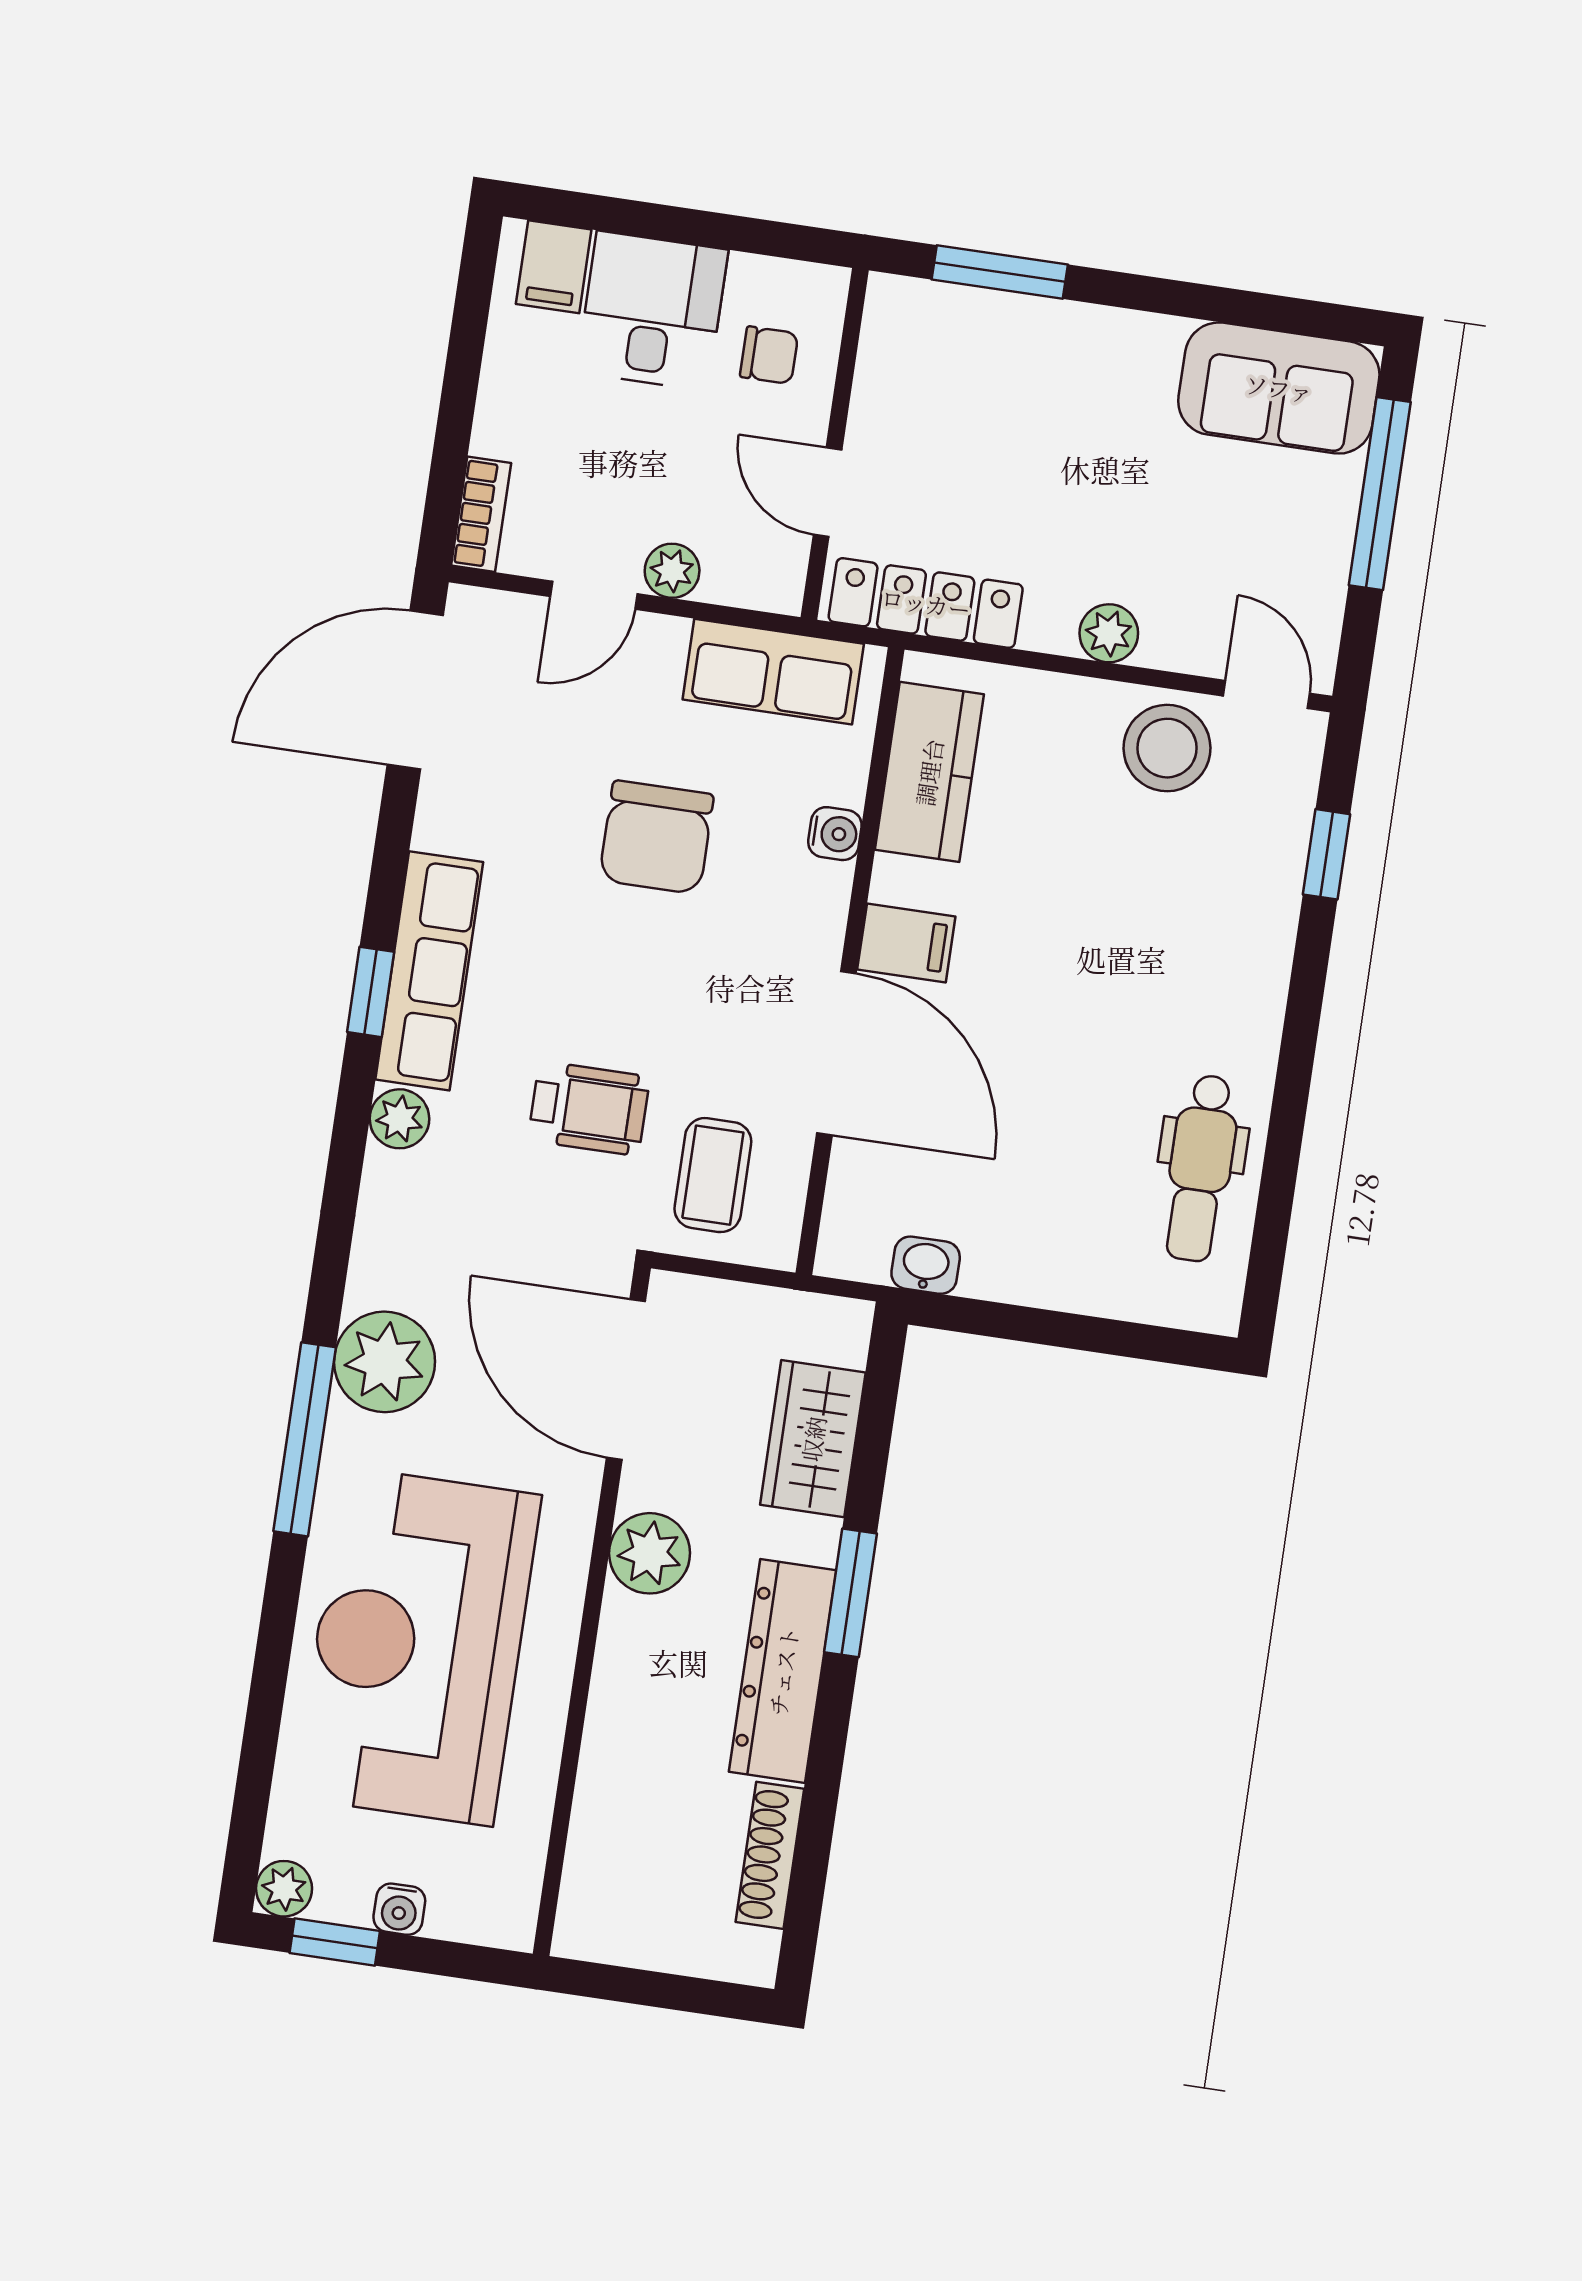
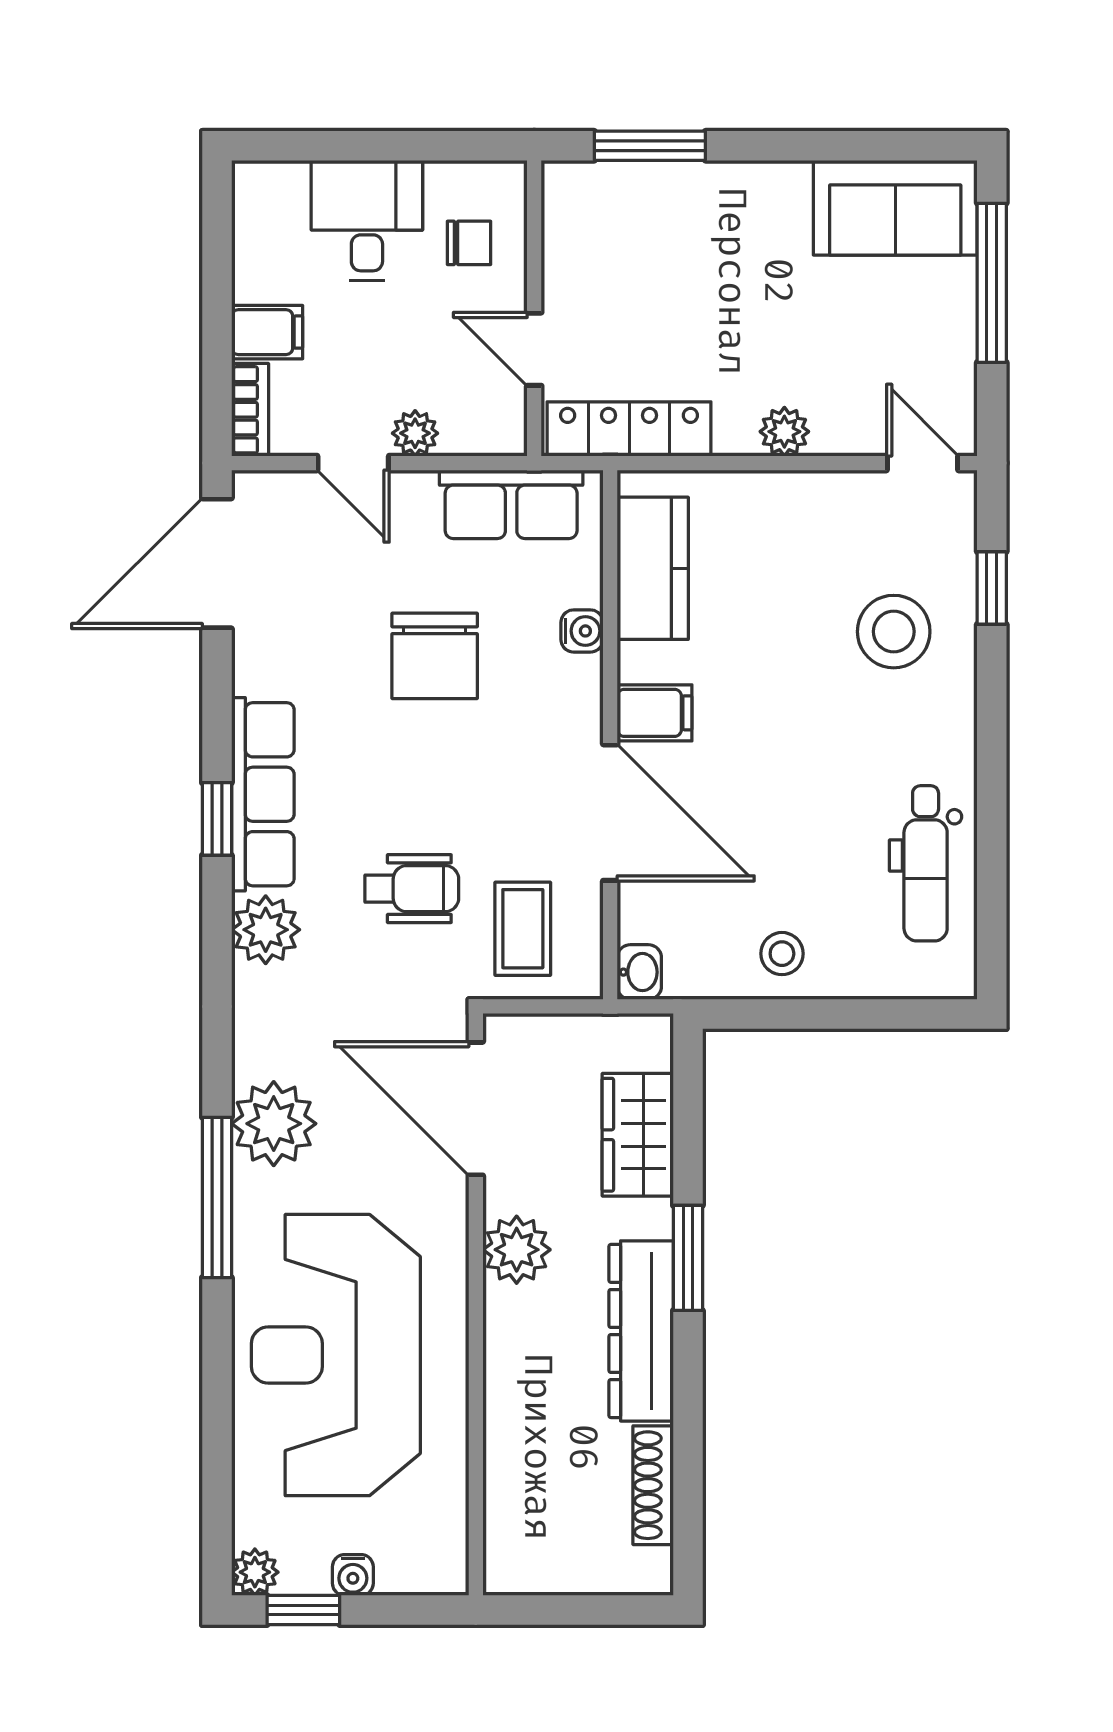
filing cabinet: (554, 267) -> (267, 332), moved, turned -90
door: (594, 595) -> (353, 463), hinge flipped
stool: (1167, 748) -> (894, 632), moved
plant: (399, 1119) -> (266, 930), width x1.38, depth x1.38
stool: (1015, 1250) -> (782, 954), added
washbasin: (926, 1265) -> (639, 972), moved, turned 90

